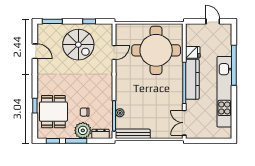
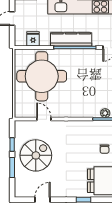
window: (52, 21) -> (12, 168), moved
fridge: (193, 52) -> (33, 39), moved
window: (35, 106) -> (83, 200), moved

